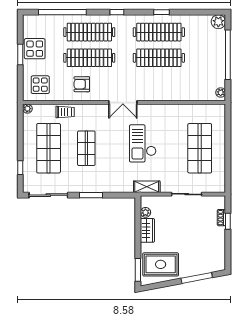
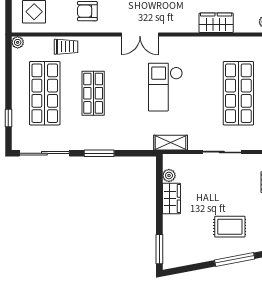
wardrobe: (182, 93) -> (216, 23), added
rug: (161, 264) -> (230, 227), moved, width x0.73, depth x0.70

